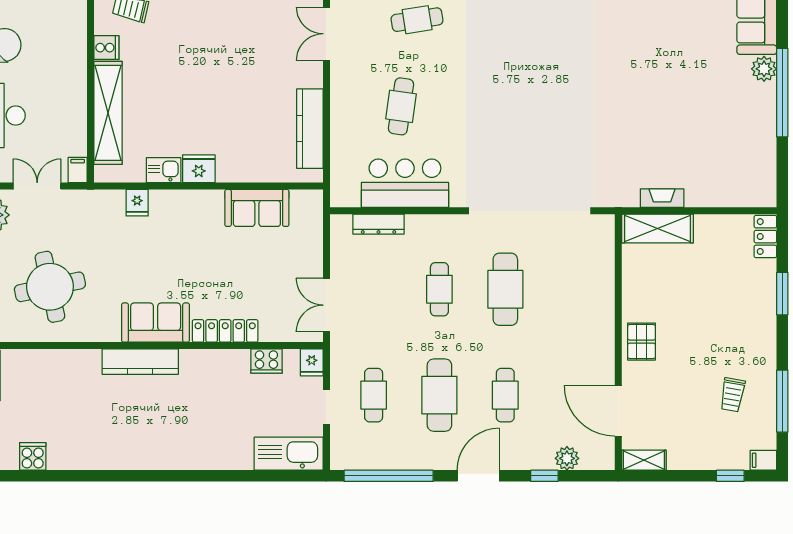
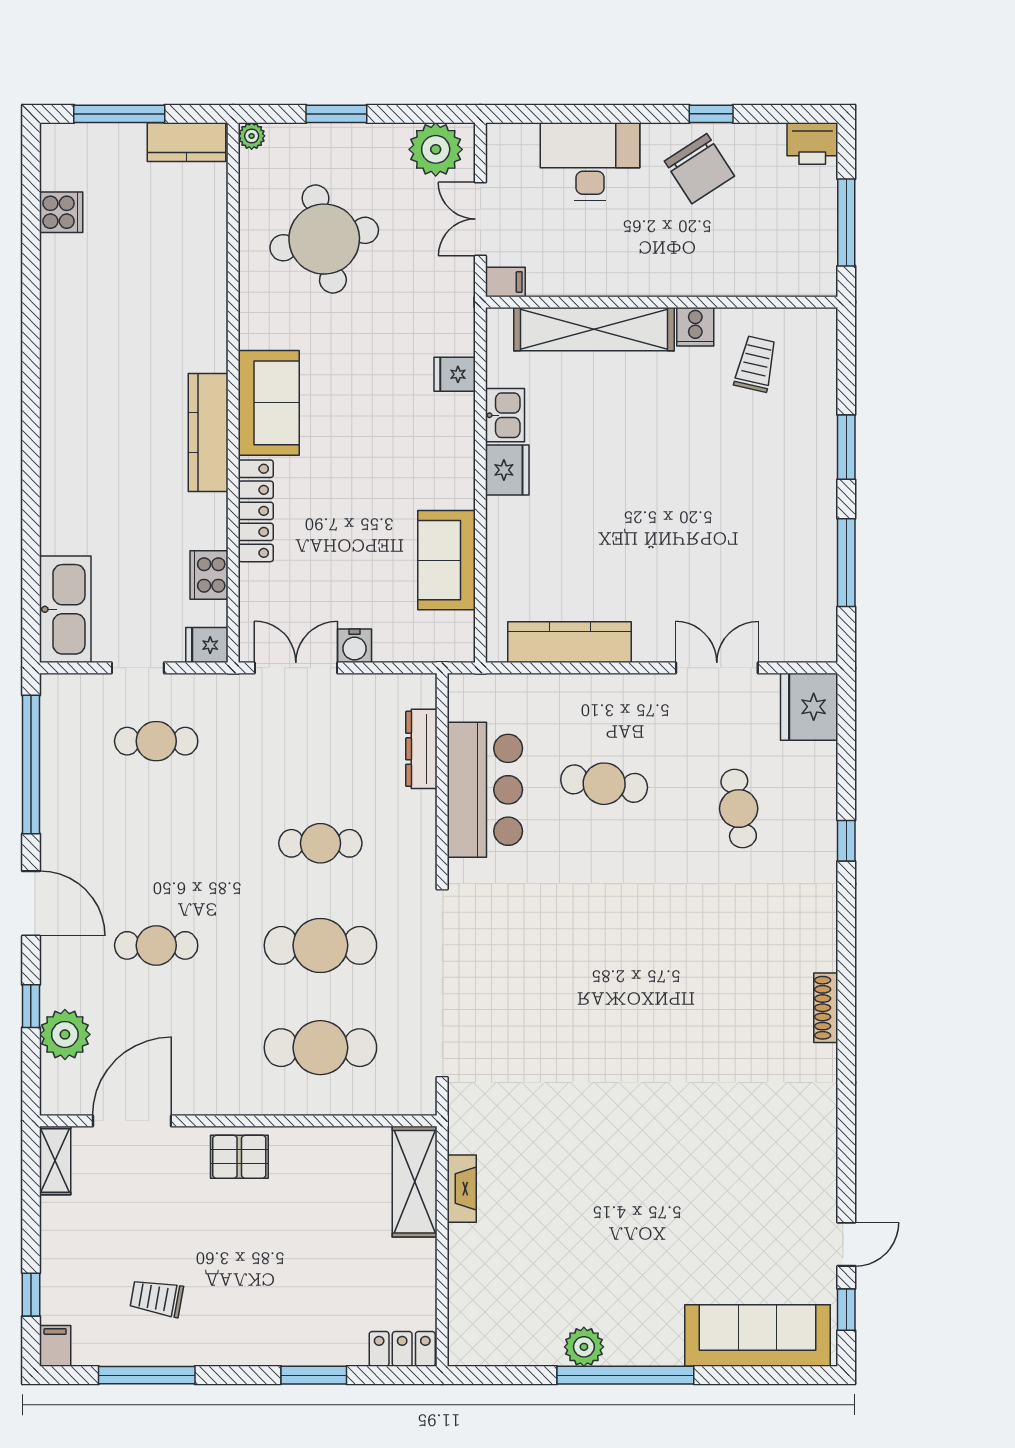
plant: (764, 69) -> (584, 1347), moved
double door: (37, 186) -> (480, 219), swing flipped
water cooler: (312, 267) -> (355, 646), added
kitchen counter: (140, 362) -> (208, 433), moved
cafe table: (439, 395) -> (320, 1048), moved
plant: (567, 458) -> (65, 1034), width x1.36, depth x1.36

